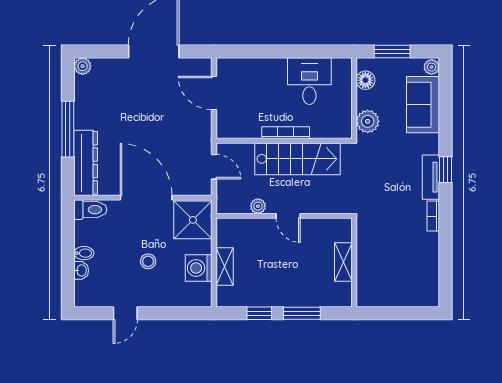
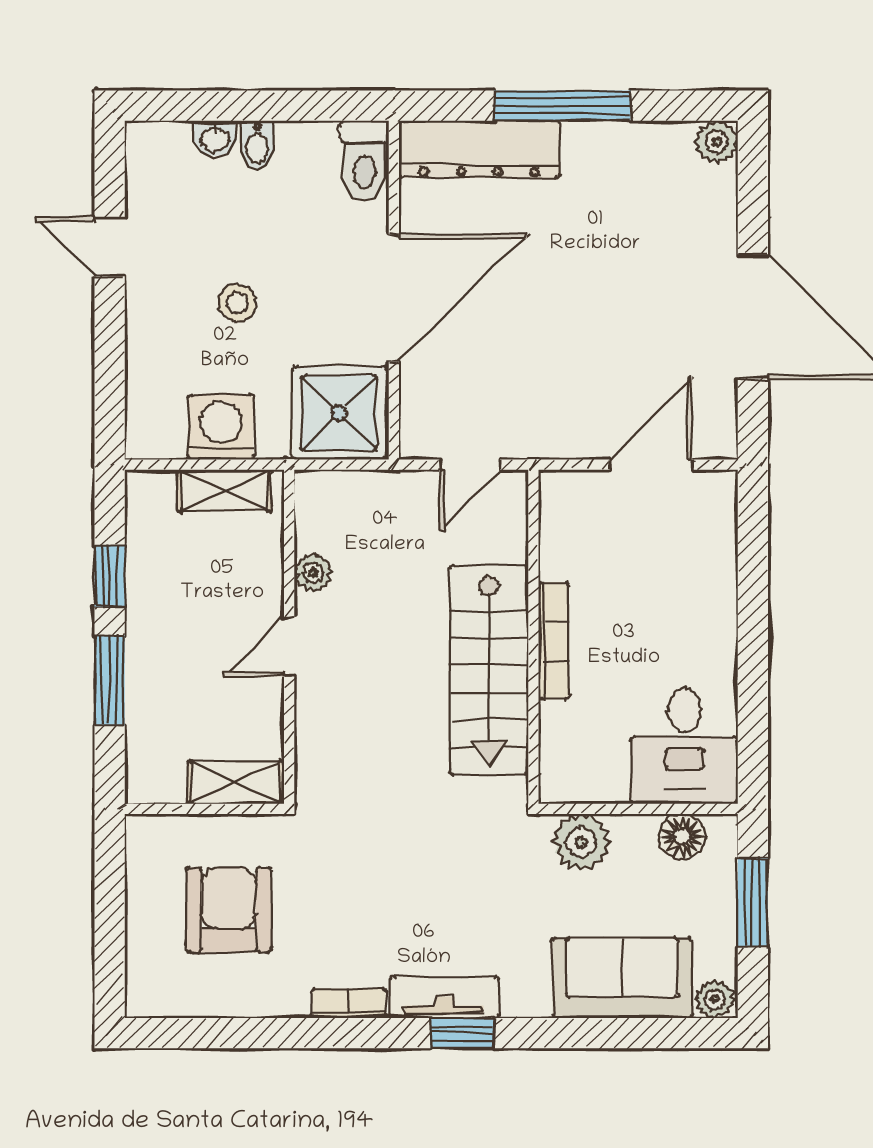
desk: (309, 81) -> (684, 746), moved, turned 90
plant: (258, 206) -> (313, 573), moved
wall: (284, 216) -> (289, 637), moved
door: (288, 216) -> (289, 647), moved
armchair: (395, 265) -> (229, 910), added

